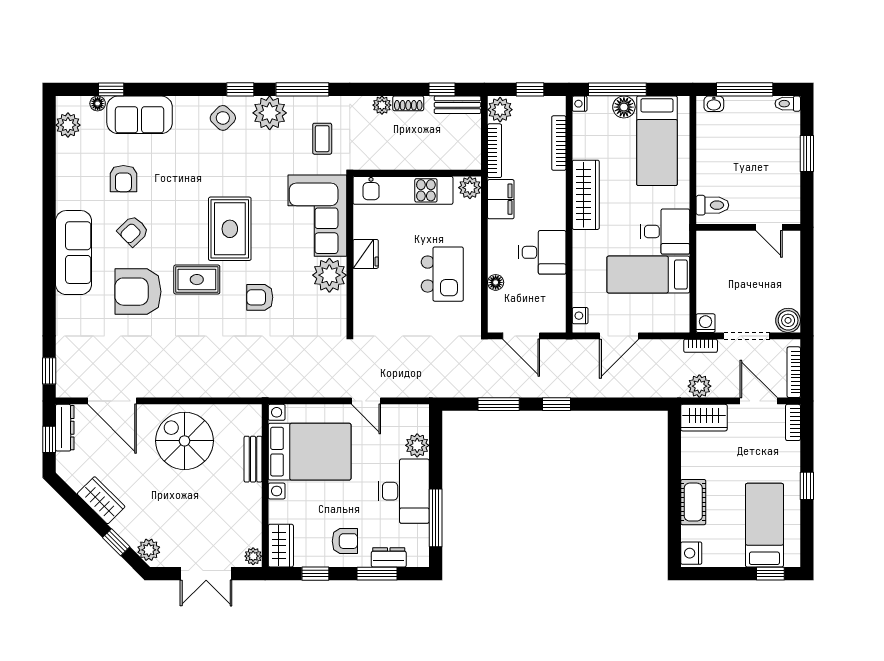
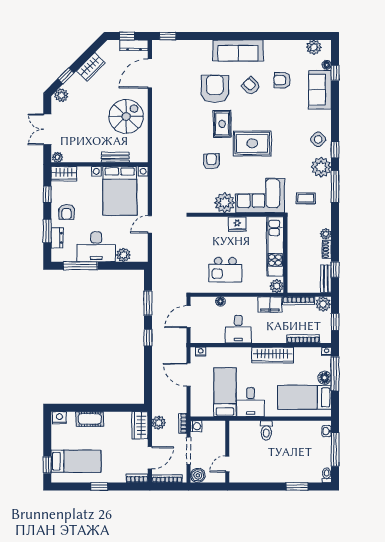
wall: (748, 227) -> (227, 452), moved
door: (769, 227) -> (227, 464), moved

